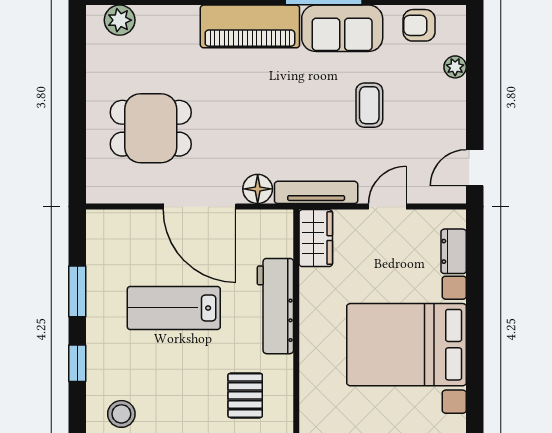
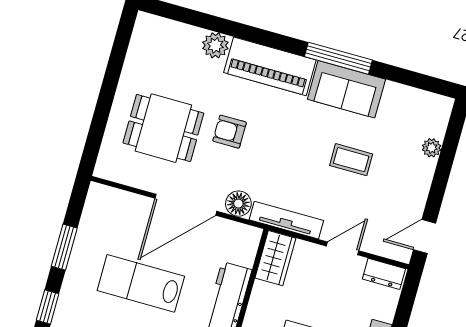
plant: (120, 20) -> (215, 45), moved
armchair: (419, 25) -> (230, 132), moved
coffee table: (369, 105) -> (351, 160), turned 90
door: (199, 207) -> (186, 205), hinge flipped
dresser: (454, 251) -> (384, 274), moved, turned -90

